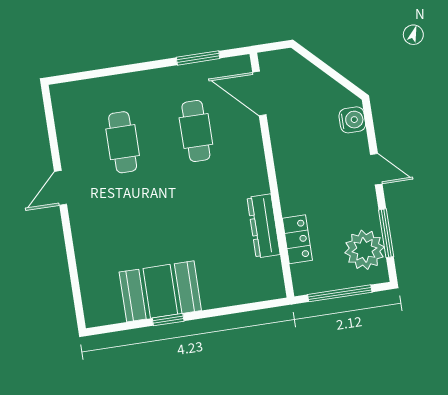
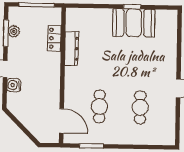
water cooler: (352, 120) -> (14, 85), moved
plant: (364, 250) -> (14, 31), width x0.53, depth x0.53

